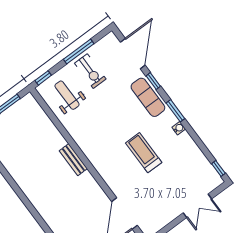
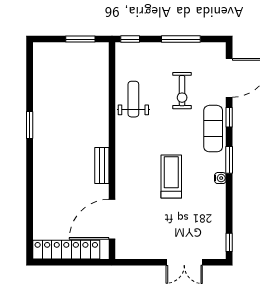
exercise bike: (90, 71) -> (182, 91), moved
weight bench: (67, 95) -> (133, 99), moved
bench: (73, 160) -> (102, 165), moved
window: (18, 190) -> (30, 125), added

